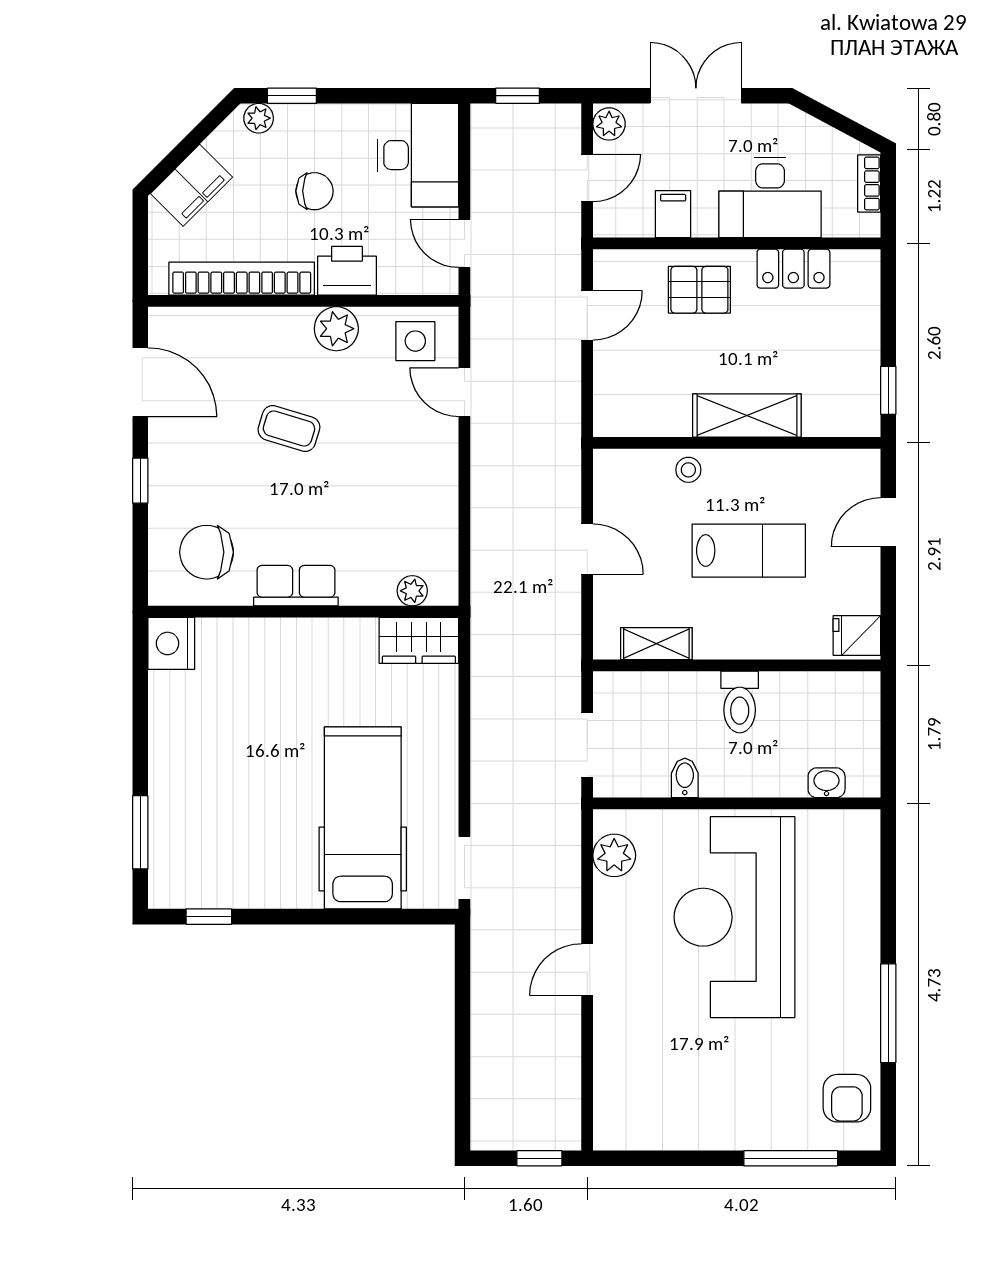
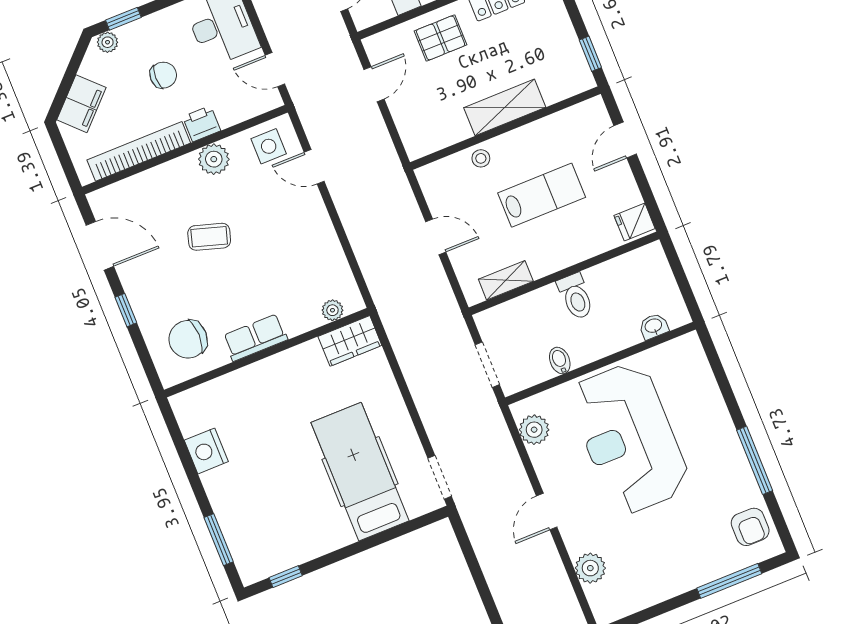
printer: (347, 271) -> (202, 124), width x0.73, depth x0.81
nightstand: (171, 643) -> (206, 451), moved
plant: (615, 1068) -> (590, 568), added

